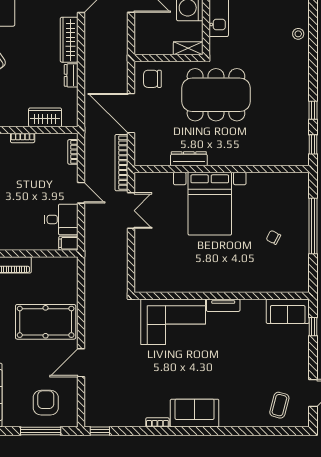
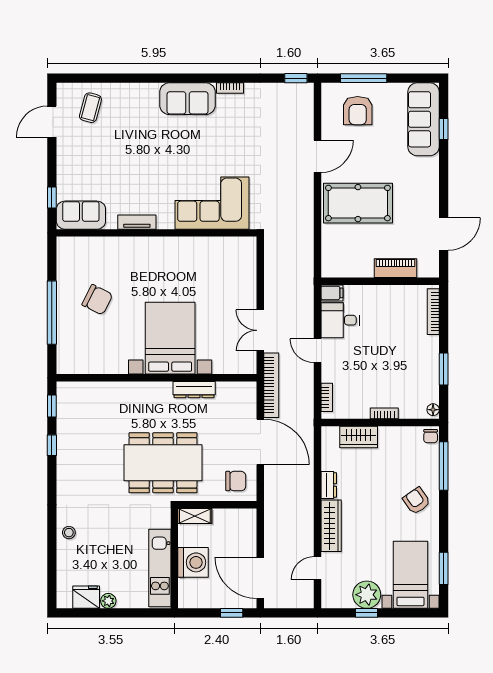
chair: (273, 237) -> (97, 300), width x1.87, depth x1.87
tv unit: (223, 305) -> (137, 222), moved

